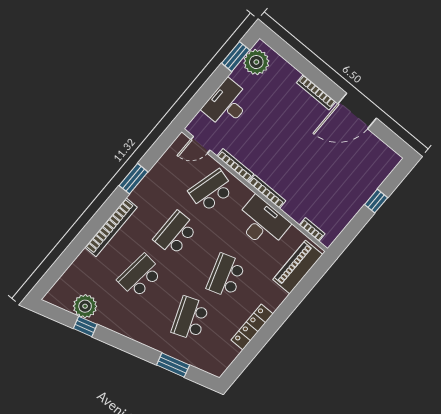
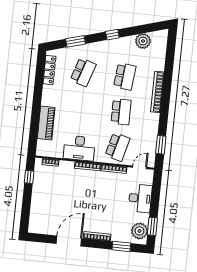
window: (294, 58) -> (121, 246), added
window: (133, 179) -> (161, 145), moved
window: (376, 201) -> (29, 177), moved
piano: (298, 267) -> (46, 123), moved
school desk: (226, 276) -> (79, 107), removed
school desk: (190, 318) -> (83, 72), turned 39
window: (85, 326) -> (112, 35), moved
locker: (252, 327) -> (49, 70), moved

